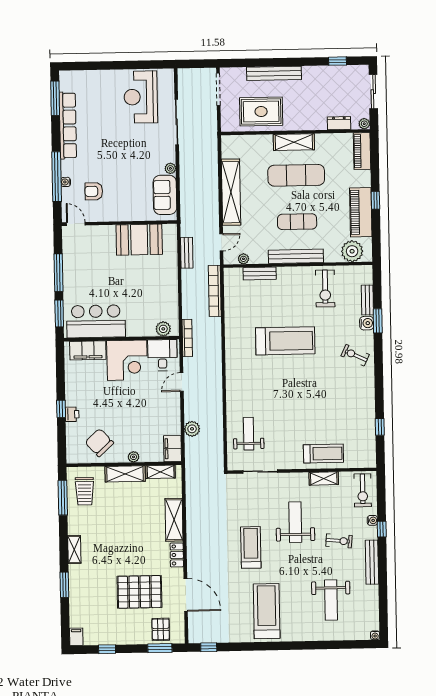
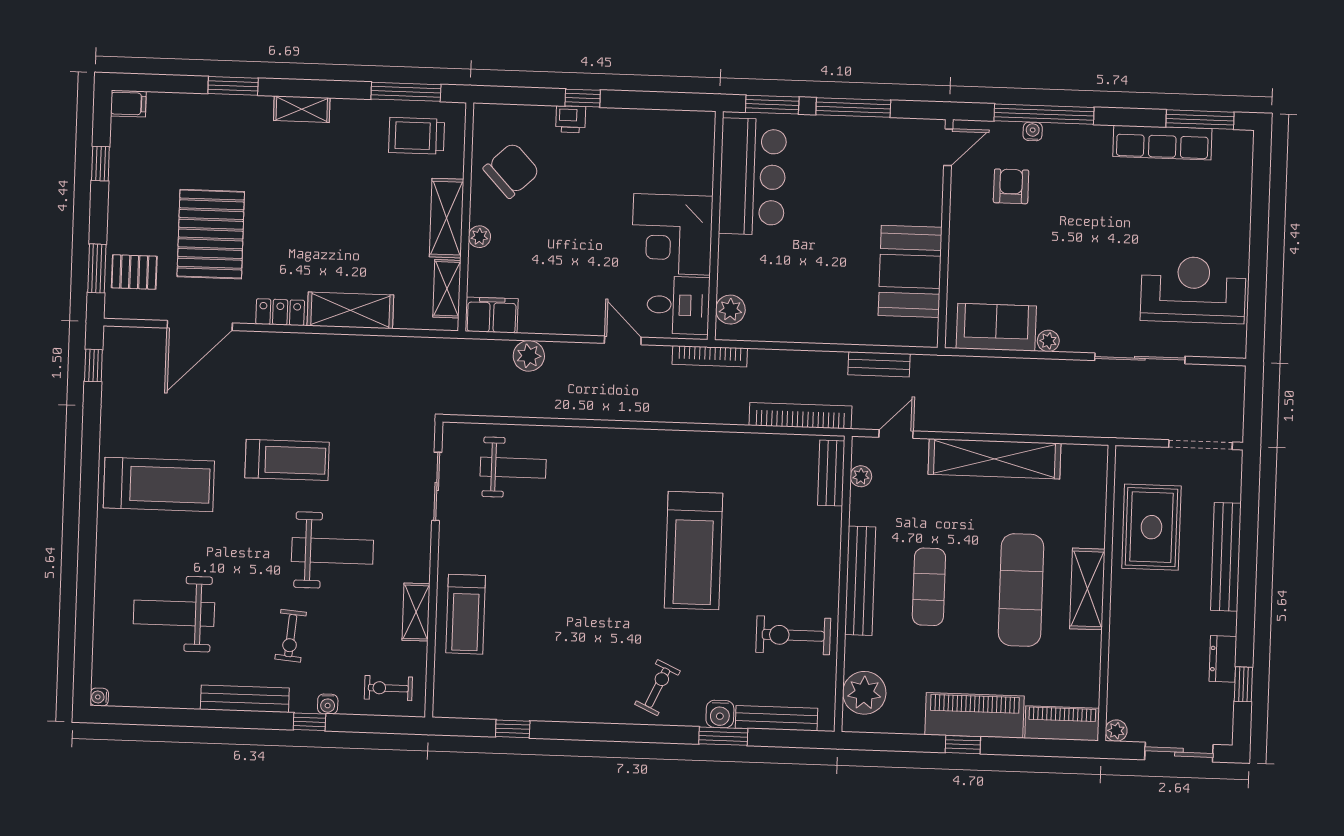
dresser: (339, 123) -> (1223, 659), moved, turned 180
row of seats: (68, 125) -> (1162, 143), width x0.73
piano: (361, 212) -> (974, 715), moved
door: (221, 242) -> (896, 434), swing flipped
bench: (260, 273) -> (831, 473), moved
bench: (367, 300) -> (777, 718), width x1.36
filing cabinet: (88, 350) -> (696, 157), removed
exercise bike: (363, 490) -> (388, 688), width x0.73, depth x0.72

